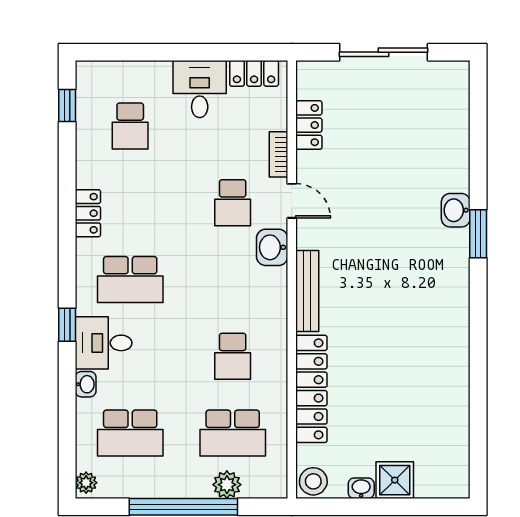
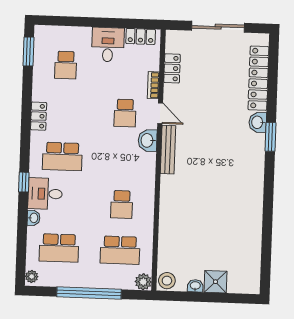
window: (67, 105) -> (29, 51), width x1.50
bench: (307, 291) -> (168, 150), moved
locker: (311, 389) -> (258, 78), moved, turned 180
plant: (227, 485) -> (143, 282), moved

